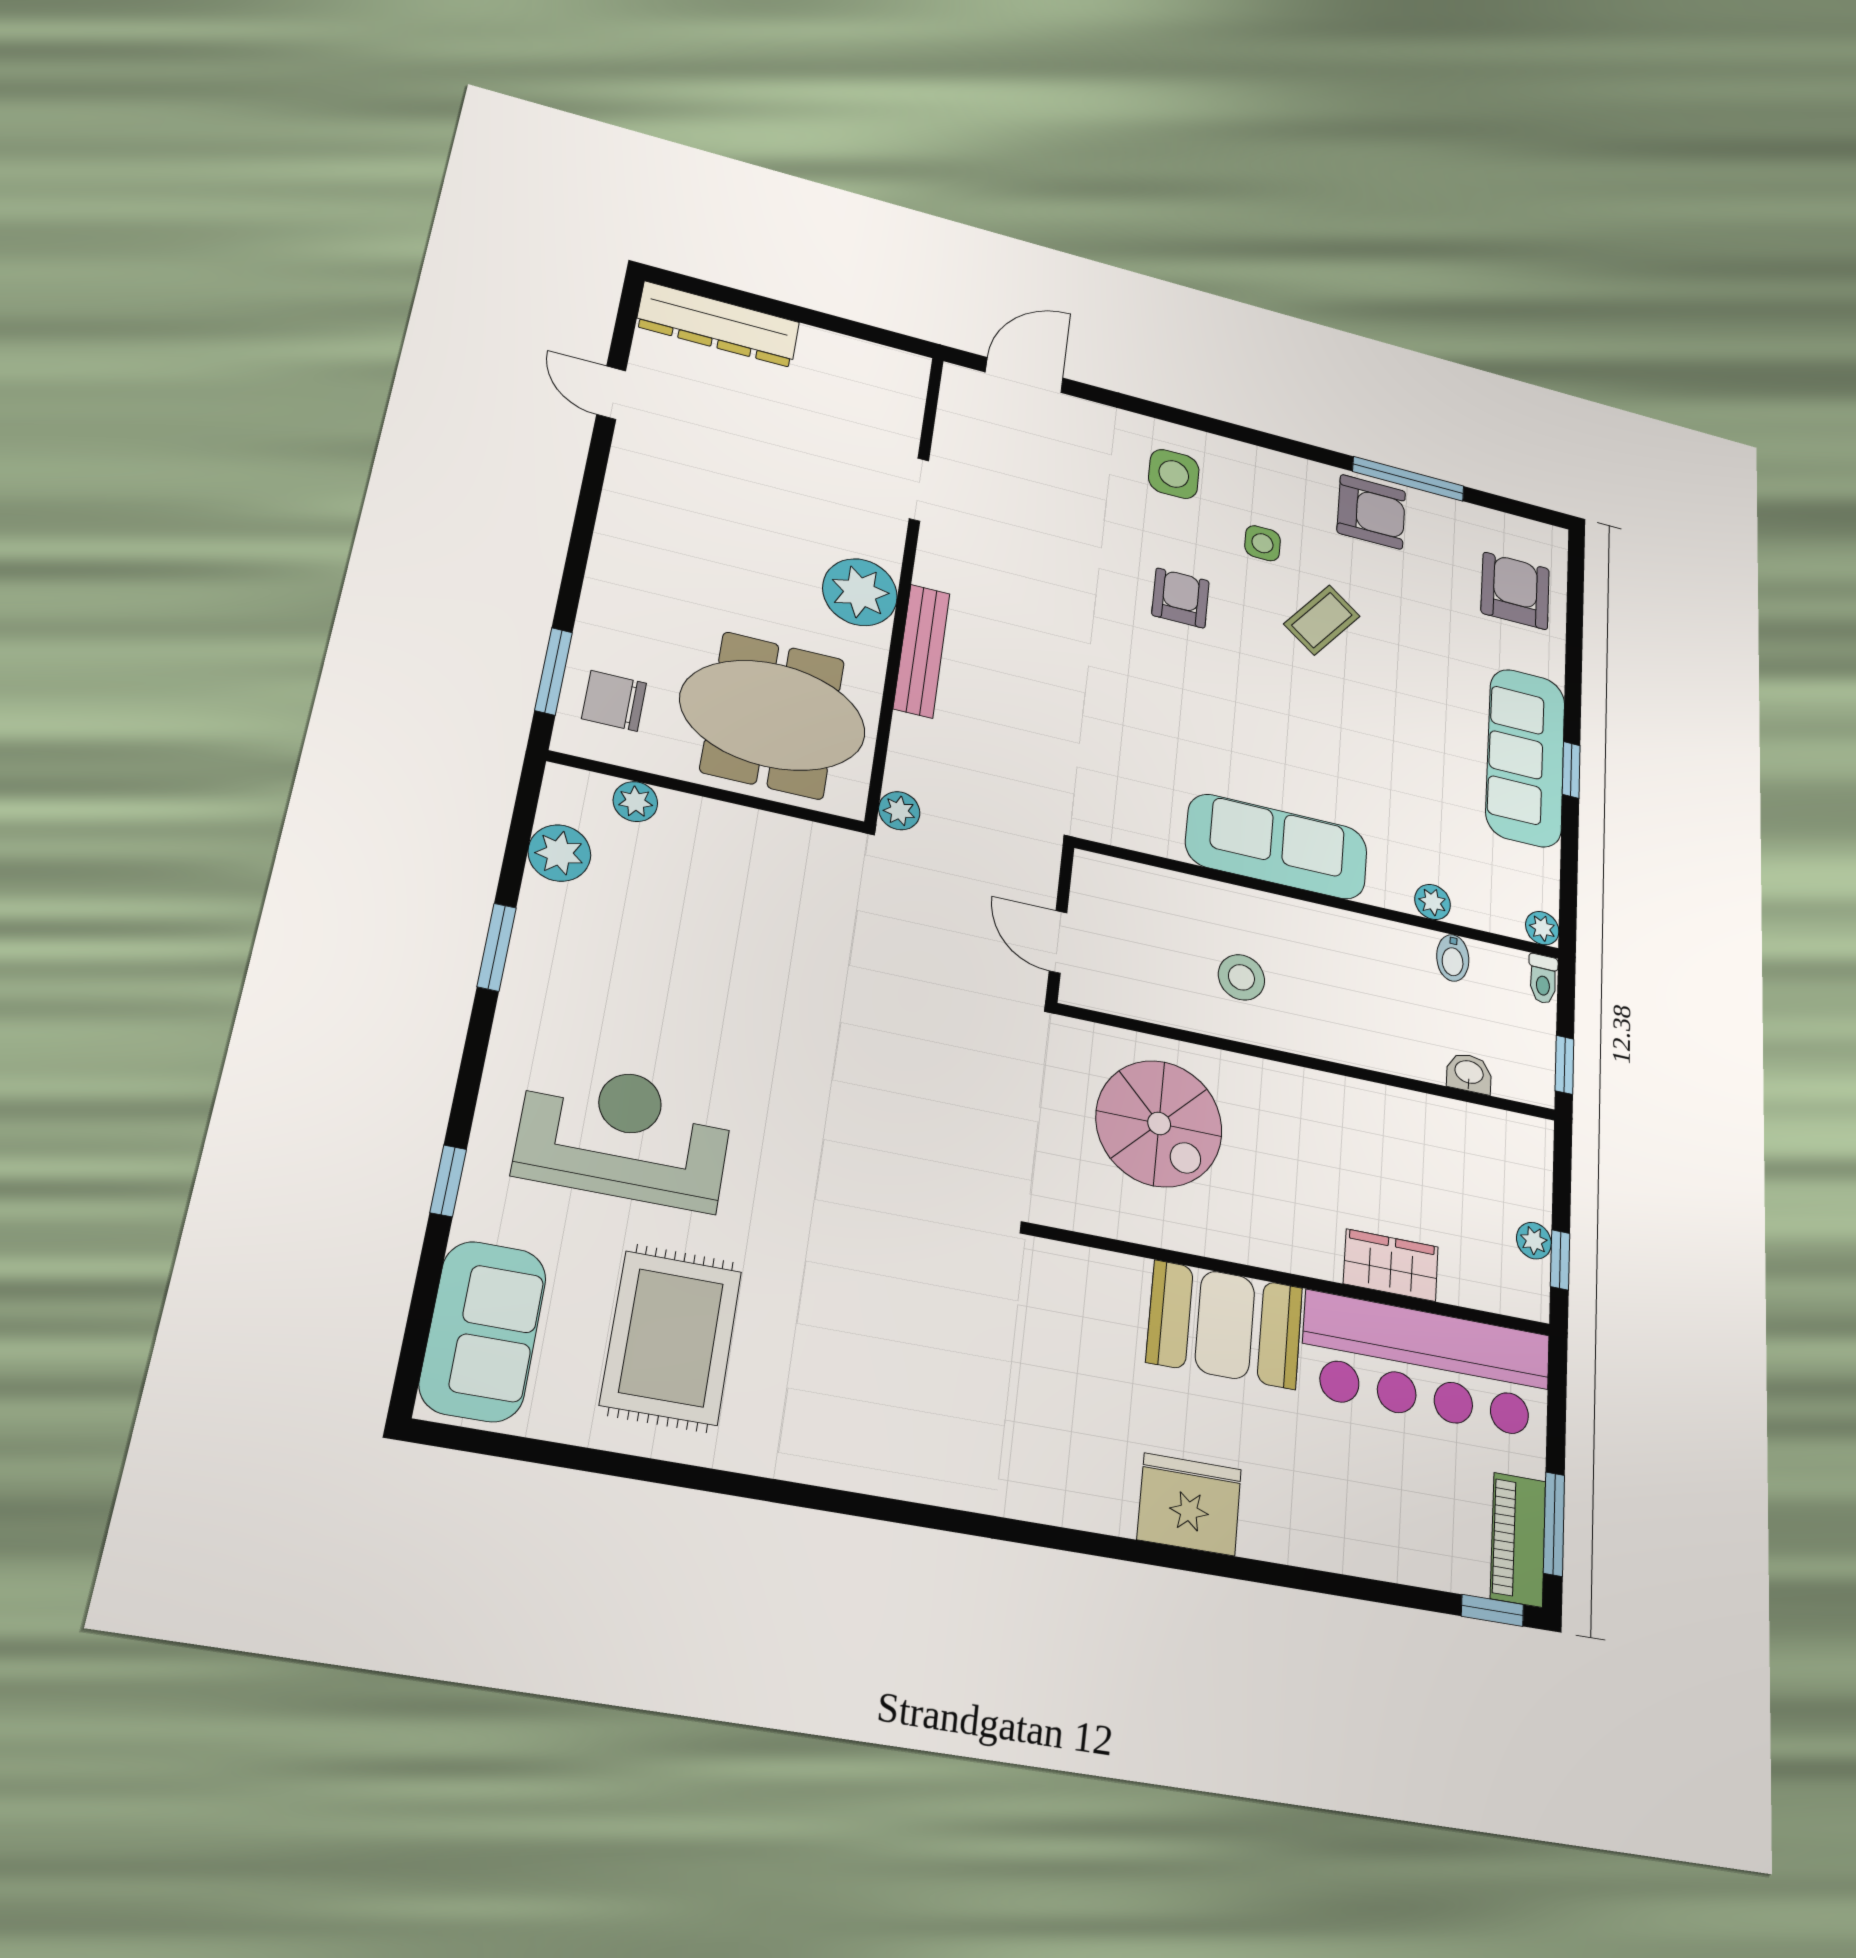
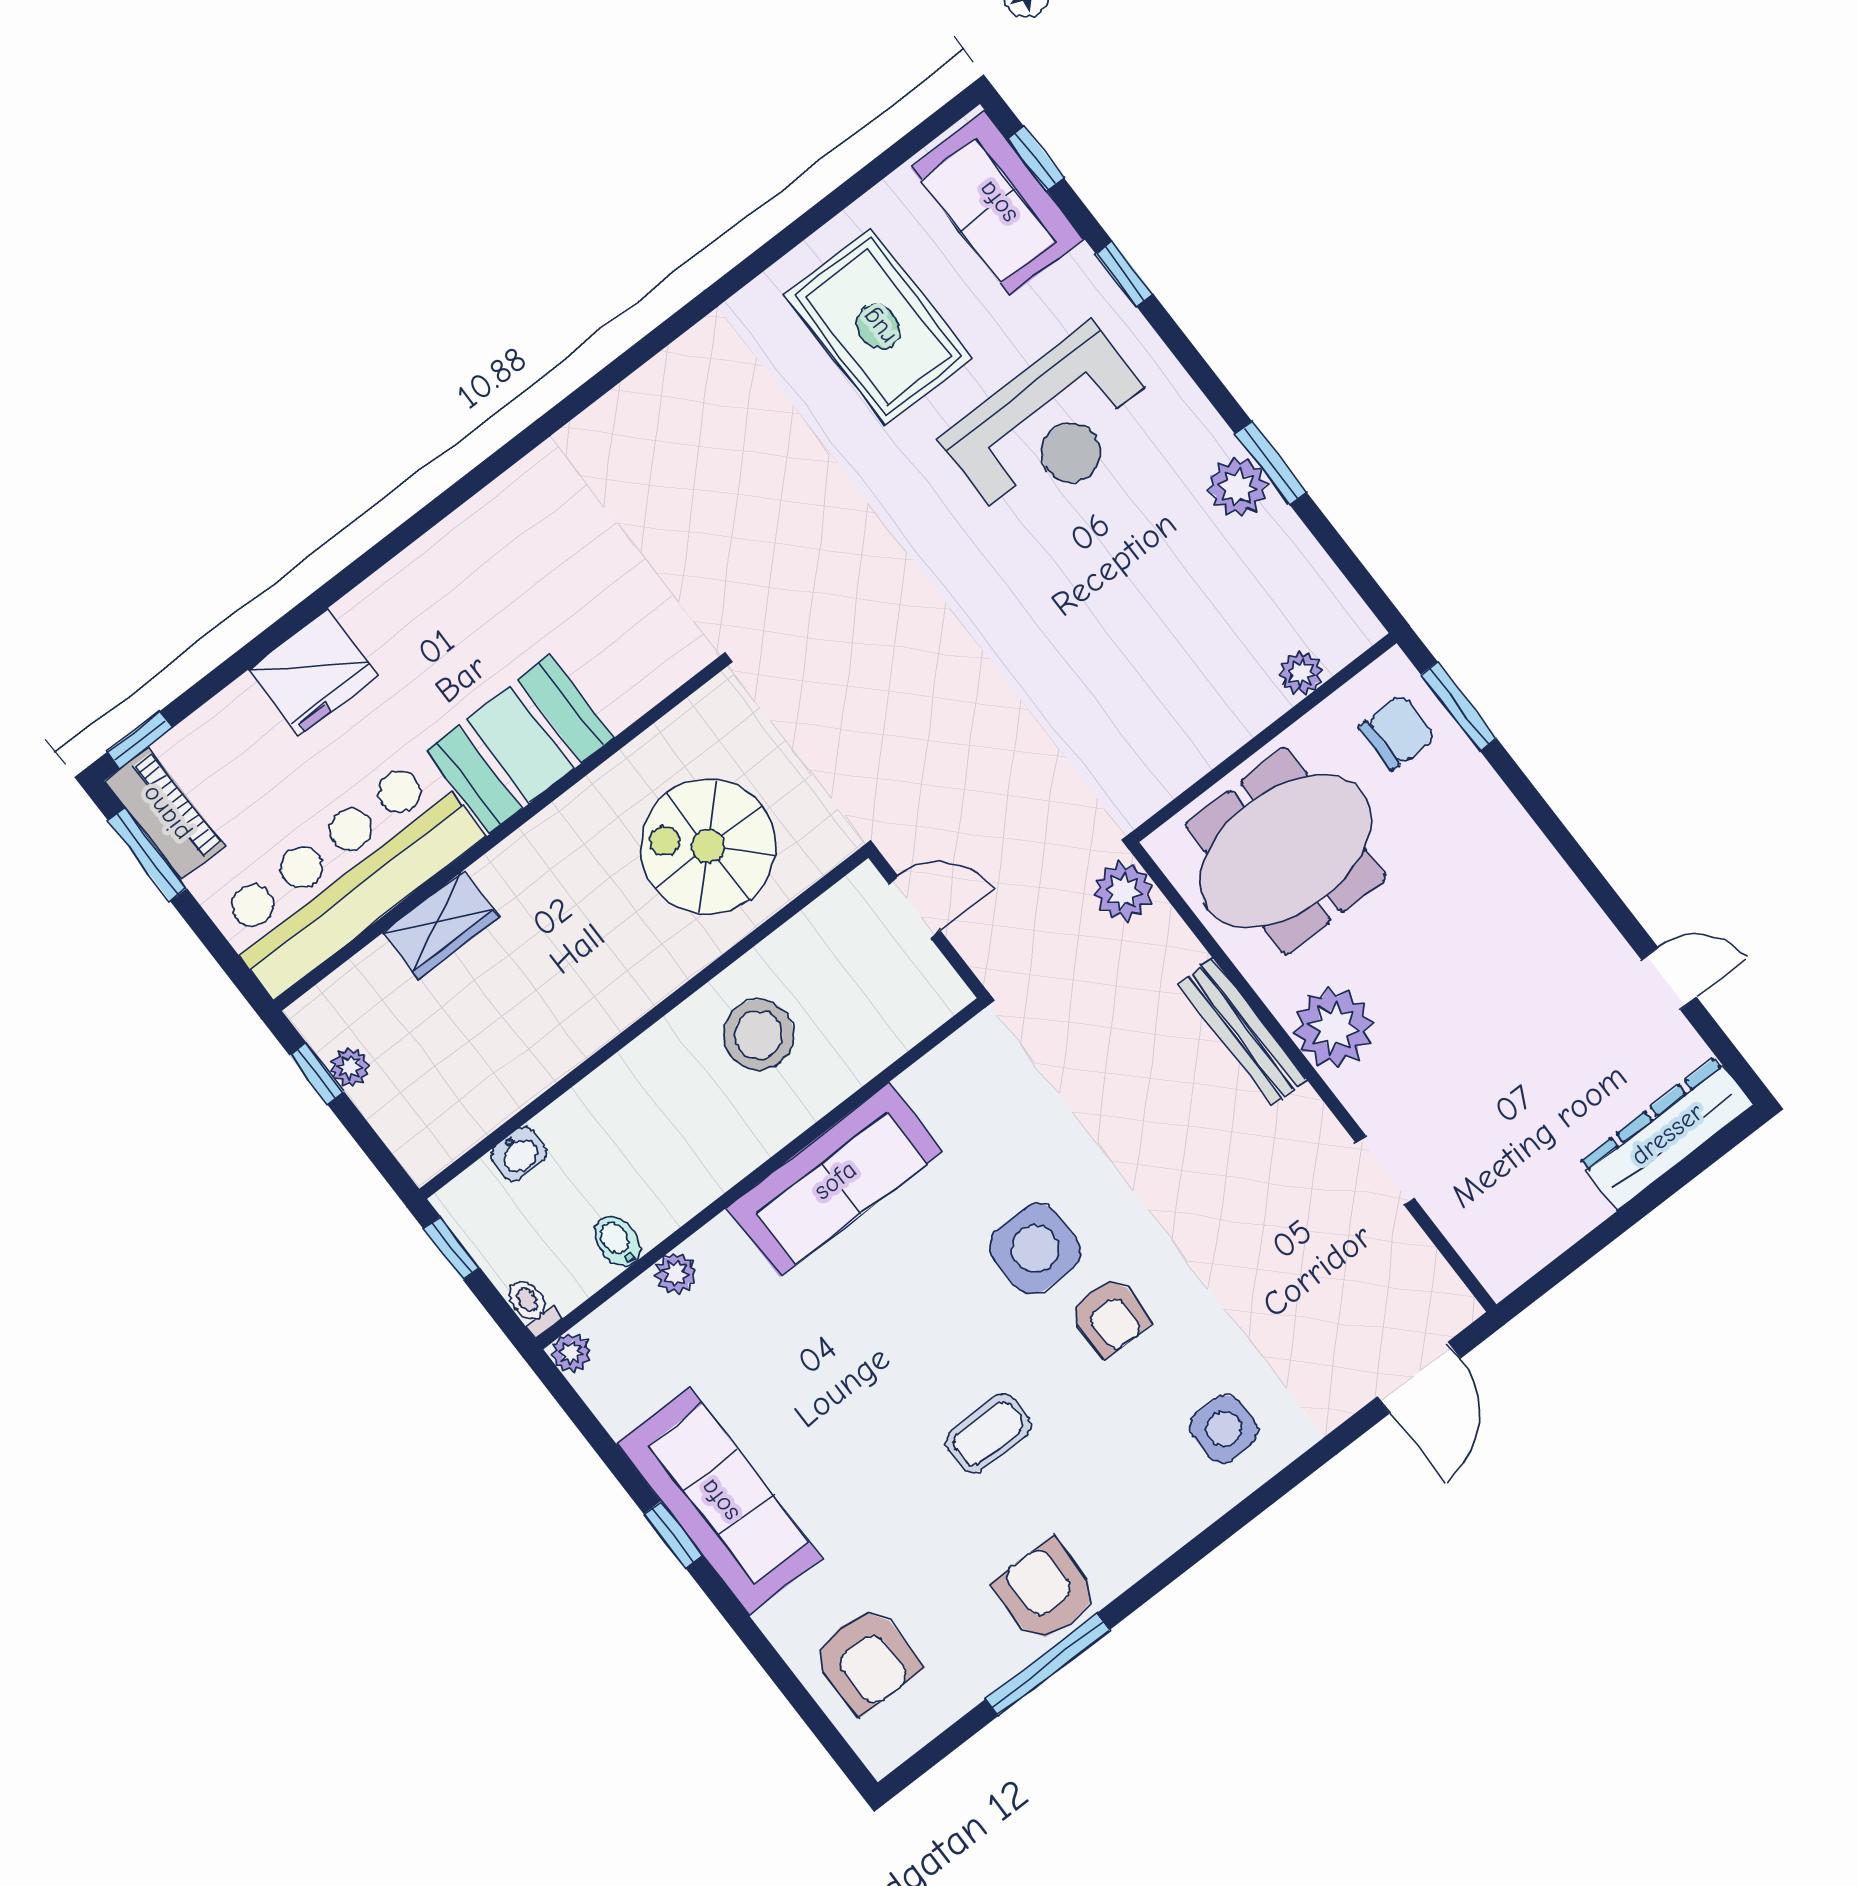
armchair: (1371, 512) -> (1046, 1592), turned 90
side table: (1262, 543) -> (1035, 1249), moved, width x1.87, depth x1.87
coffee table: (1322, 620) -> (988, 1433), turned 52
plant: (899, 811) -> (1123, 891), width x1.38, depth x1.38
plant: (559, 853) -> (1238, 487), moved
stool: (1241, 977) -> (758, 1035), width x1.38, depth x1.38
window: (417, 1332) -> (1036, 159), added
fridge: (1189, 1504) -> (313, 673), moved

